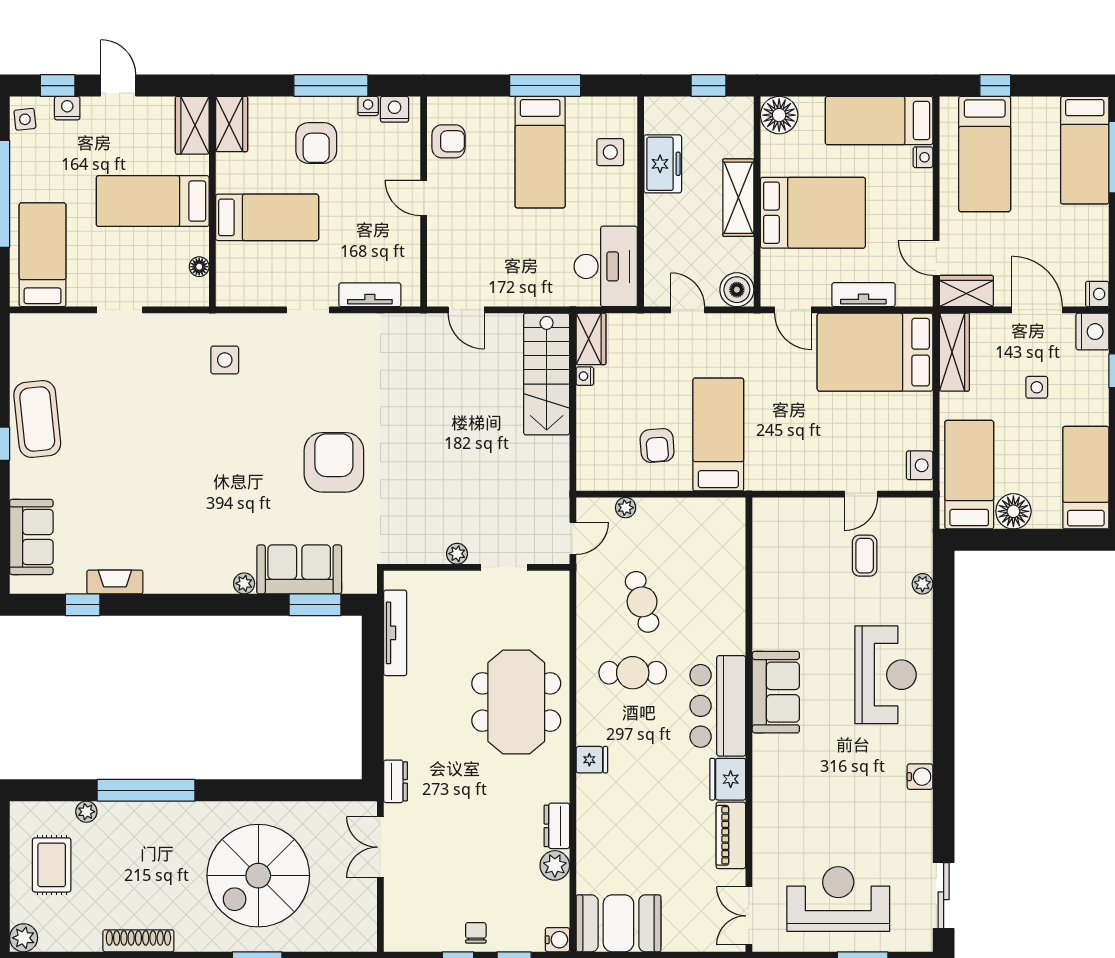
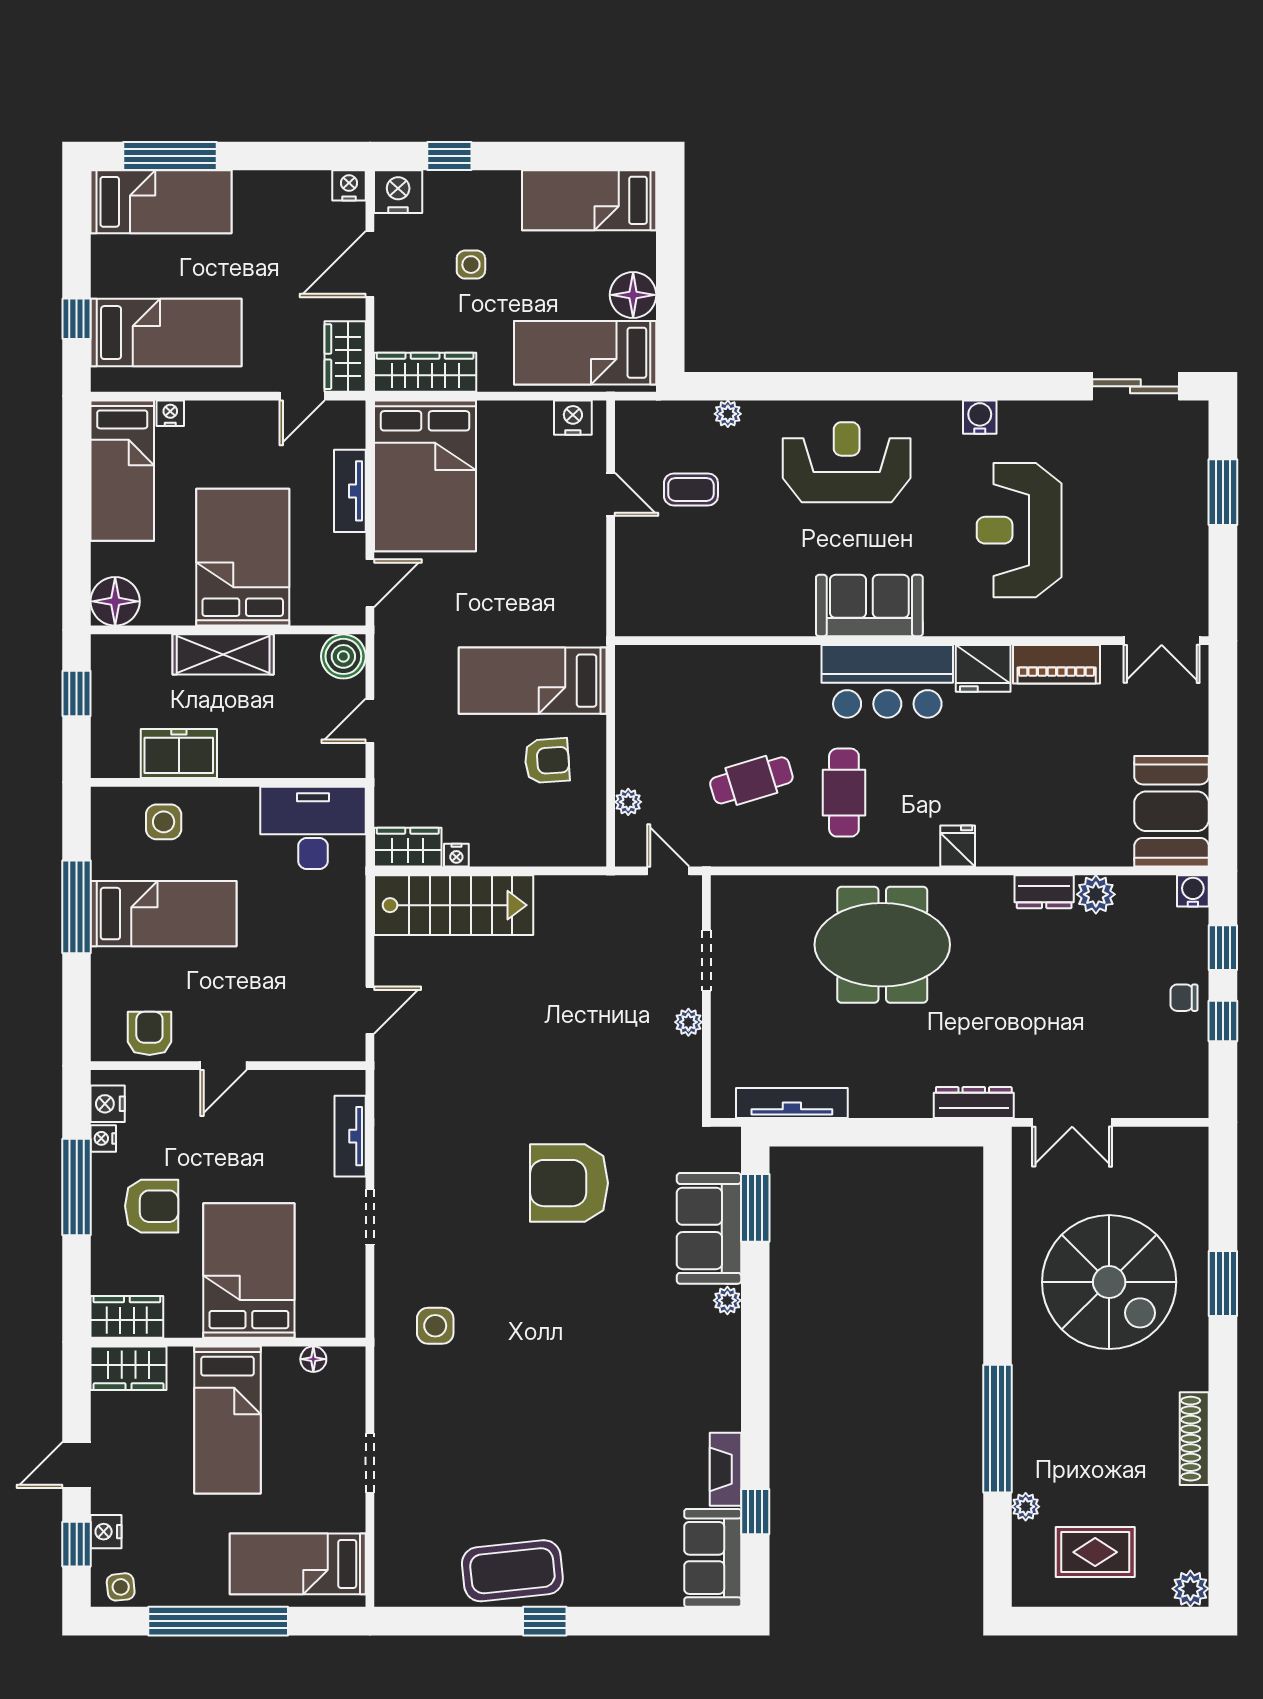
bed: (267, 217) -> (249, 1270), width x1.50
sofa: (31, 537) -> (713, 1558), moved, turned -90
dresser: (396, 781) -> (974, 1103), width x1.44
reception desk: (838, 899) -> (1019, 530), moved

